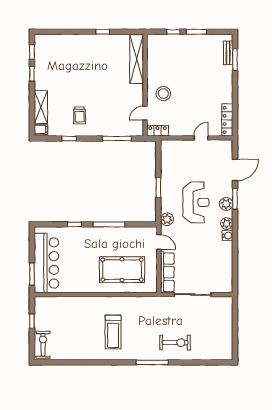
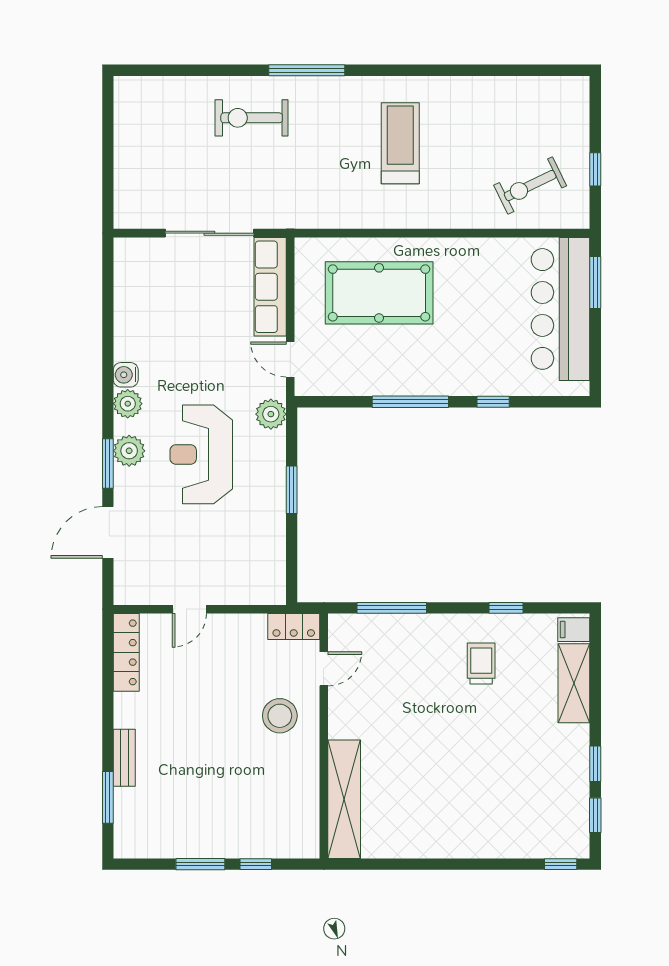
window: (103, 32) -> (561, 864), moved
bench: (228, 53) -> (124, 758), moved
exercise bike: (43, 345) -> (530, 186), moved, turned 64

